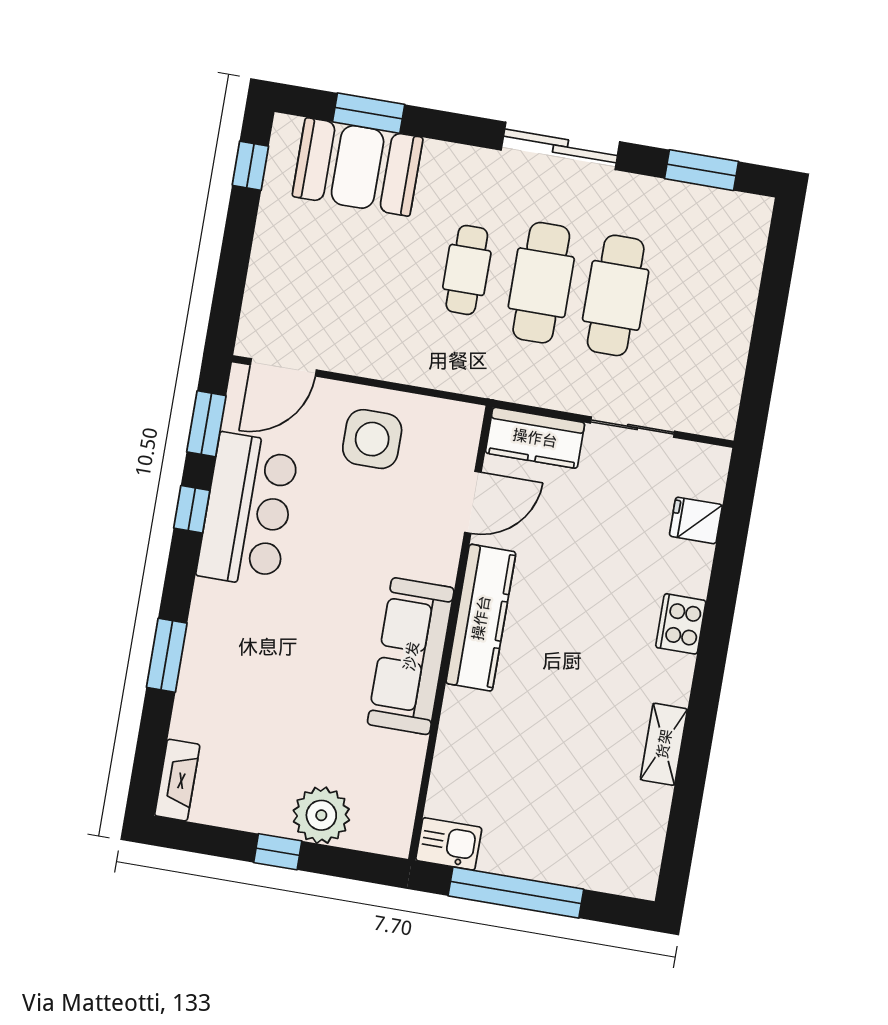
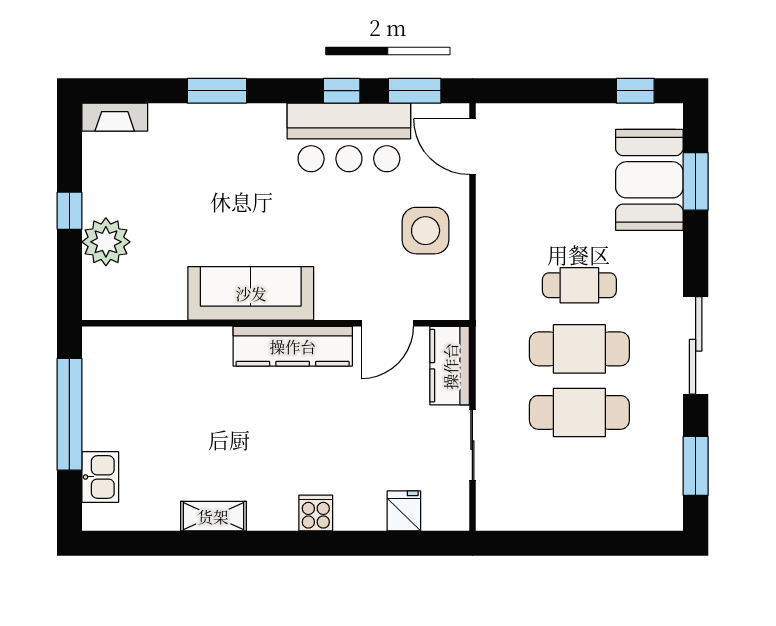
door: (473, 502) -> (387, 323), hinge flipped
cooker: (681, 624) -> (316, 513), width x0.73
kitchen sink: (449, 844) -> (100, 477), moved

